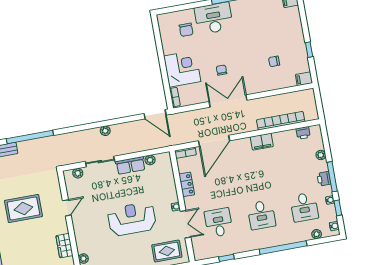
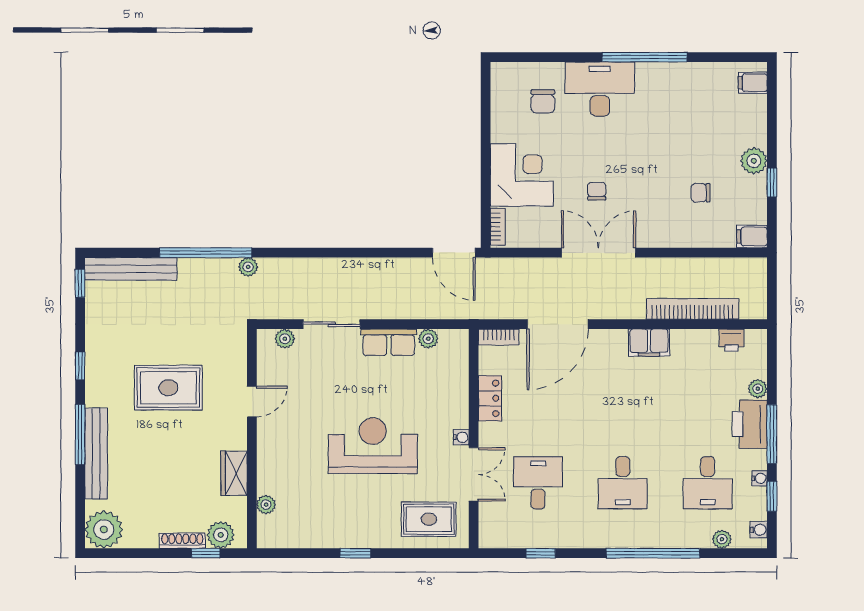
plant: (298, 40) -> (754, 161), added
plant: (105, 131) -> (248, 267), moved
printer: (324, 179) -> (750, 424), width x1.87, depth x1.48

